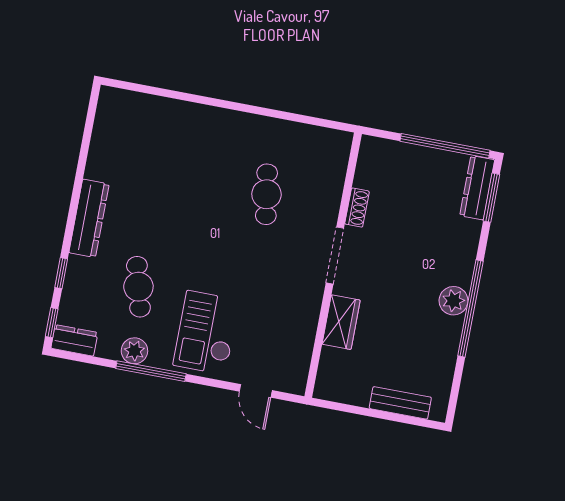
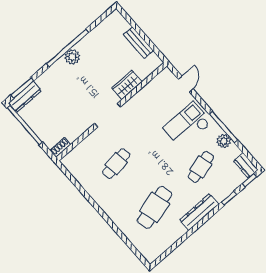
cafe table: (160, 174) -> (155, 207), added
shoe rack: (357, 208) -> (60, 147), moved
checkout: (206, 333) -> (187, 125), turned 180
bench: (400, 403) -> (138, 43), moved

